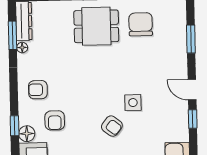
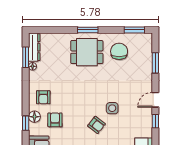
armchair: (38, 90) -> (43, 97), turned -90
door: (192, 90) -> (155, 100), hinge flipped
armchair: (55, 120) -> (55, 120), turned 180
floor lamp: (27, 134) -> (34, 117), moved

